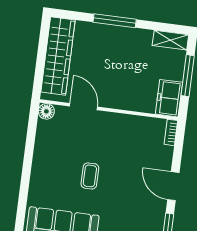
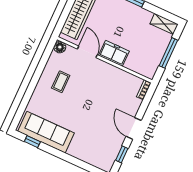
freezer: (169, 98) -> (114, 53), moved, turned 90
coffee table: (90, 176) -> (61, 82), moved

